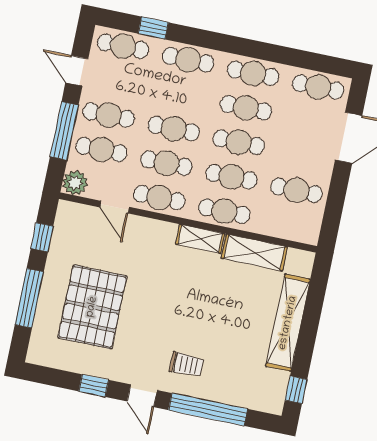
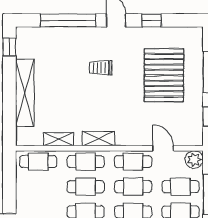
cafe table: (297, 190) -> (38, 162), moved
shelving: (254, 252) -> (59, 139), width x0.67, depth x0.75
trolley: (186, 365) -> (101, 68), moved

